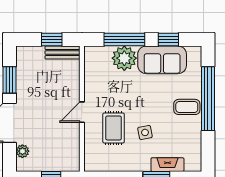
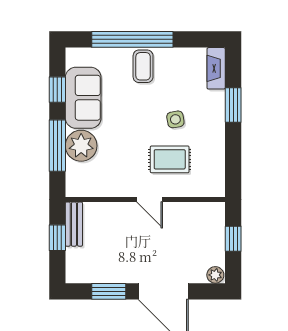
plant: (22, 151) -> (215, 275), moved
fireplace: (167, 165) -> (216, 68), moved

